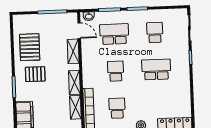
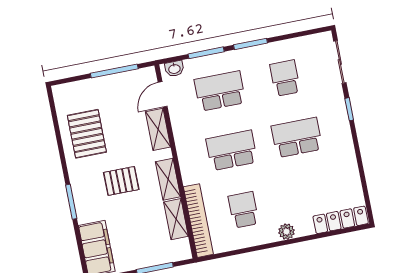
door: (79, 31) -> (163, 94), swing flipped
school desk: (116, 71) -> (232, 150), width x1.85
pallet: (35, 74) -> (121, 181), moved

